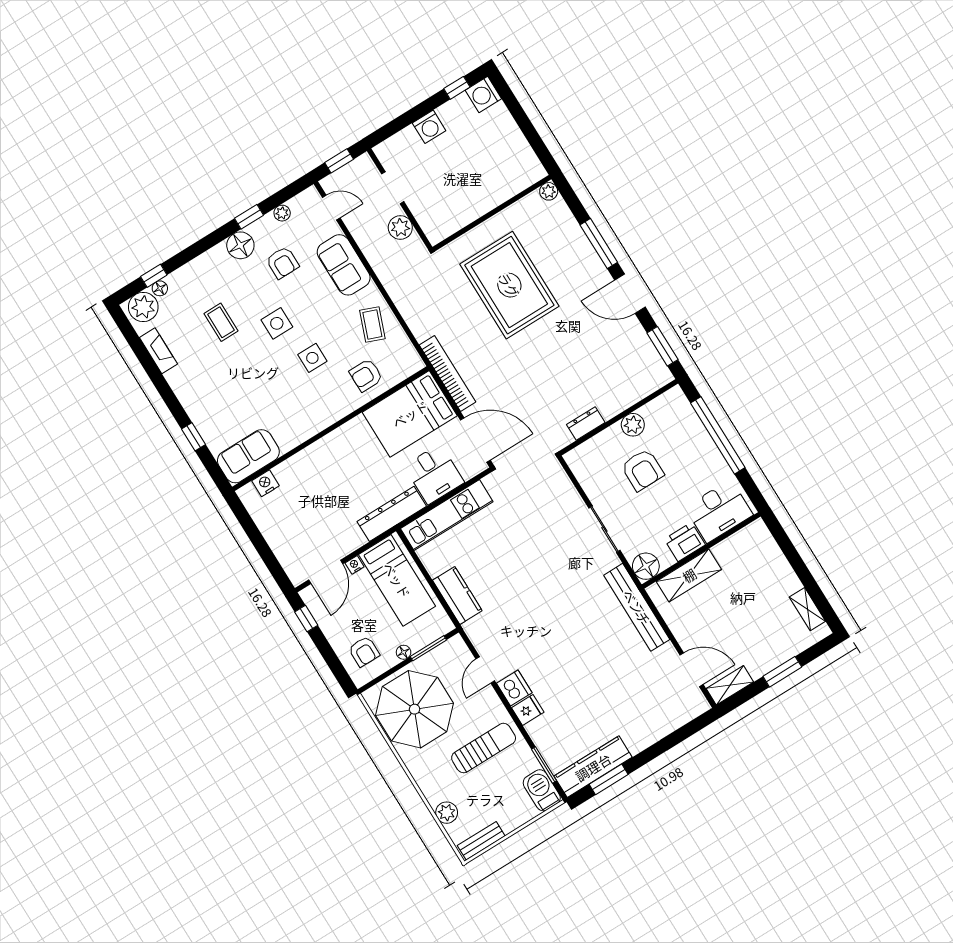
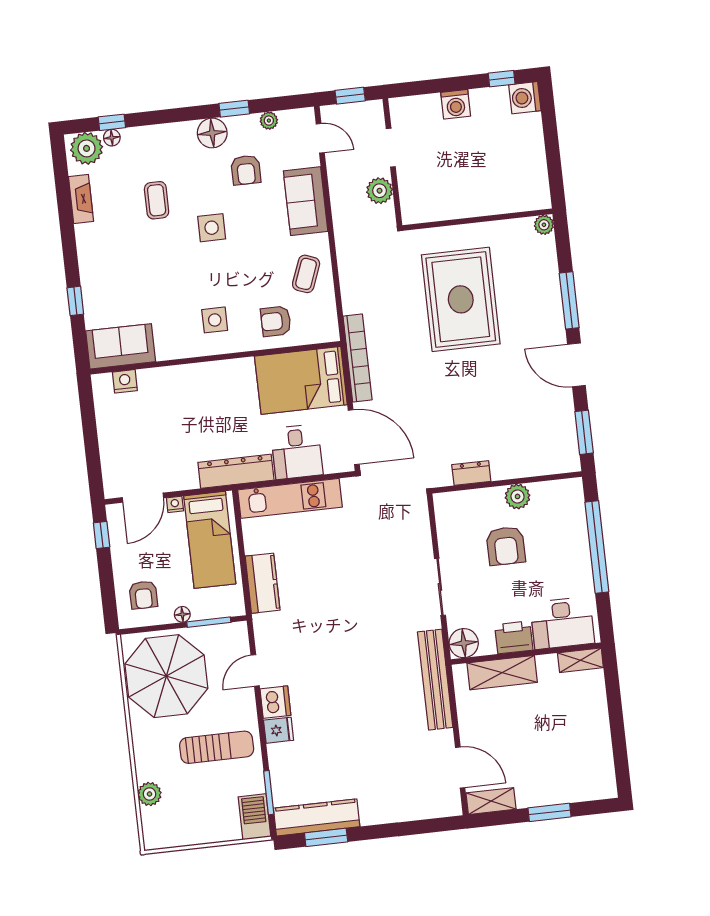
side table: (312, 358) -> (215, 320), moved
shelving: (807, 609) -> (580, 660), moved, turned 90
bench: (481, 841) -> (171, 838), removed

